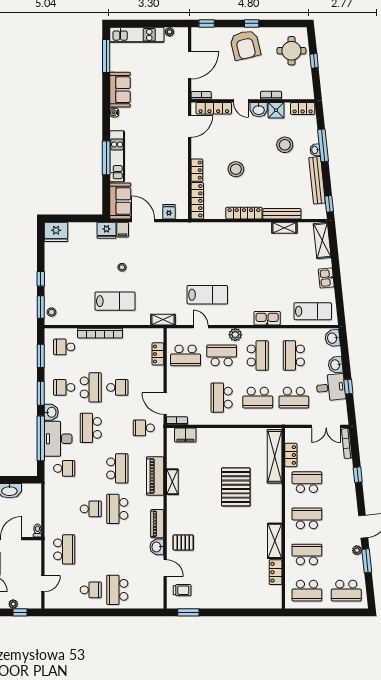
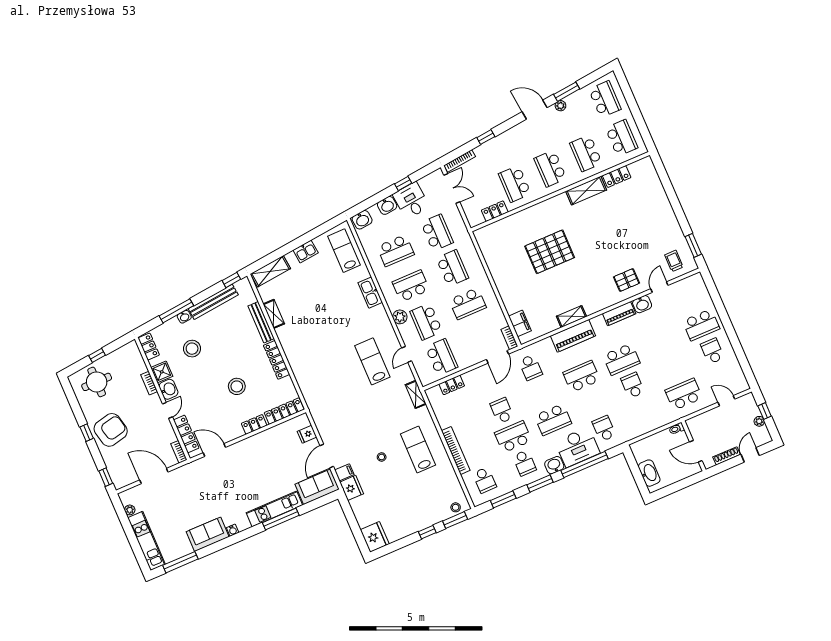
shelving: (275, 456) -> (503, 227), removed
pallet: (183, 542) -> (627, 280), turned 90

